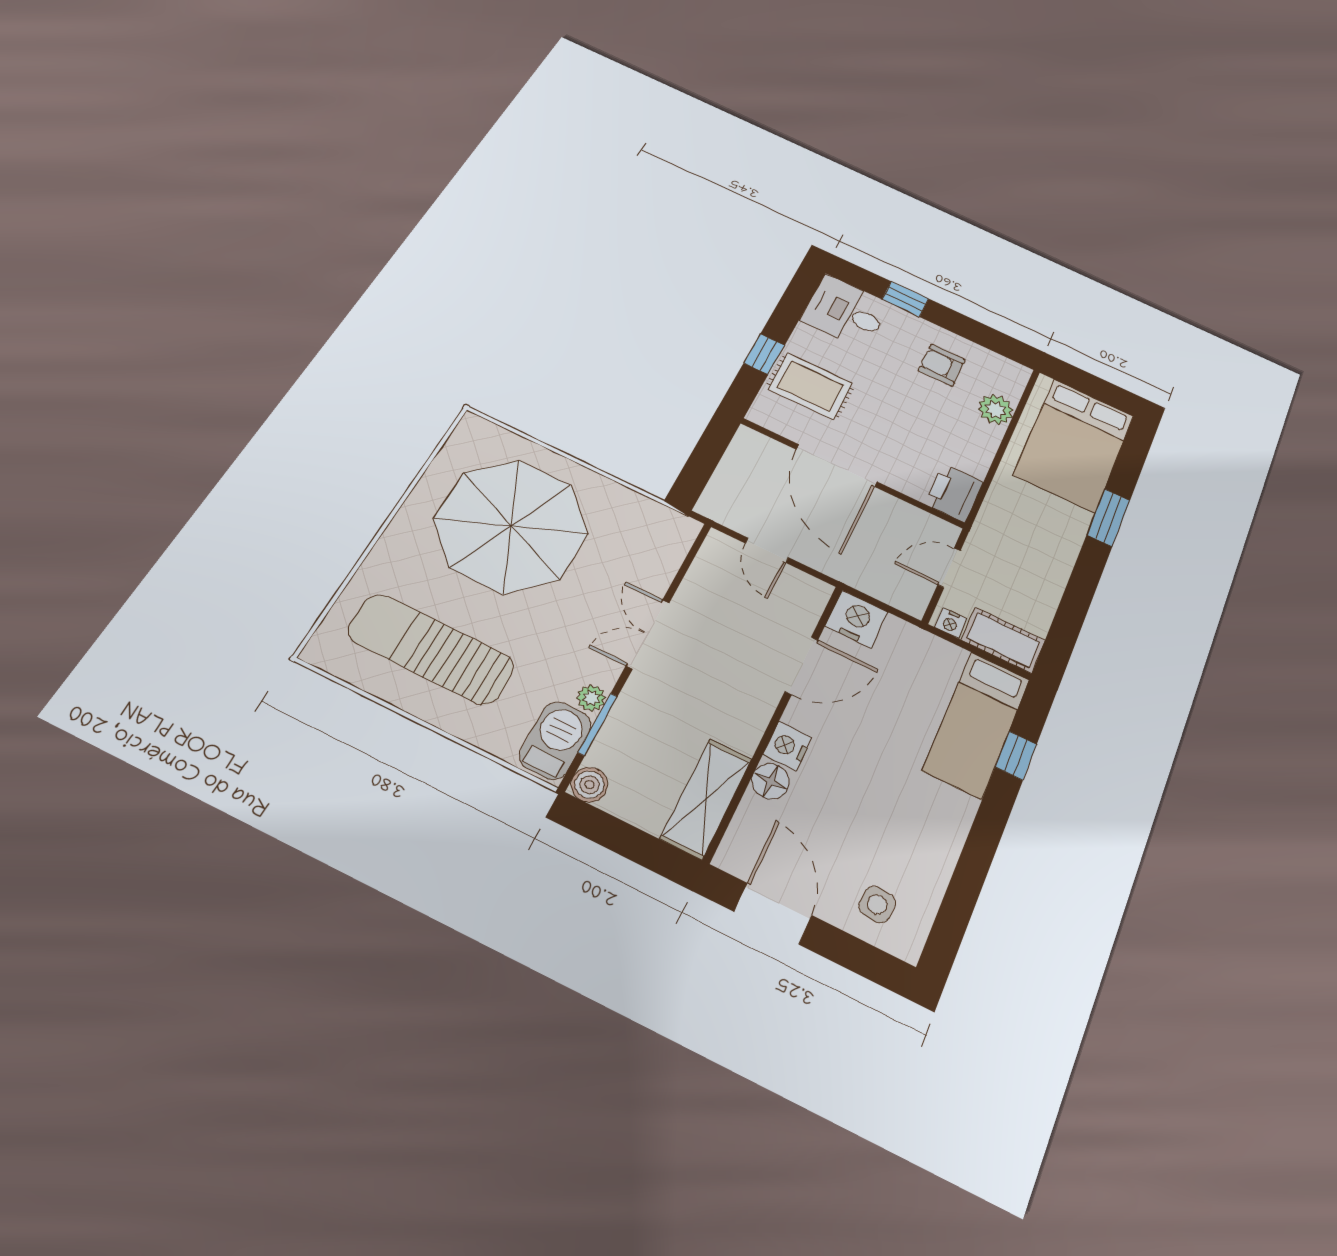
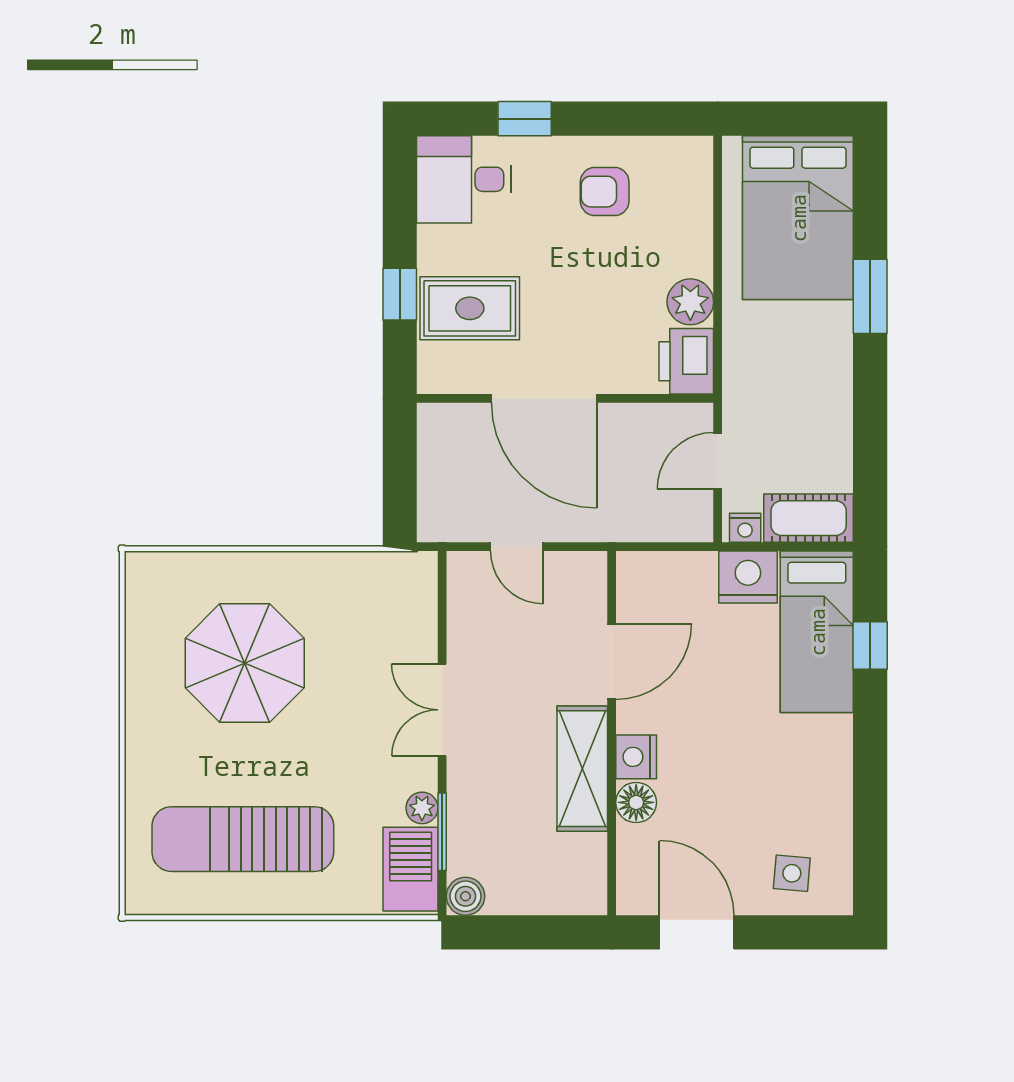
plant: (996, 410) -> (690, 302), moved
parasol: (511, 526) -> (245, 663), width x0.73, depth x0.73
nightstand: (857, 619) -> (748, 577), moved
shelving: (706, 799) -> (582, 769), moved

